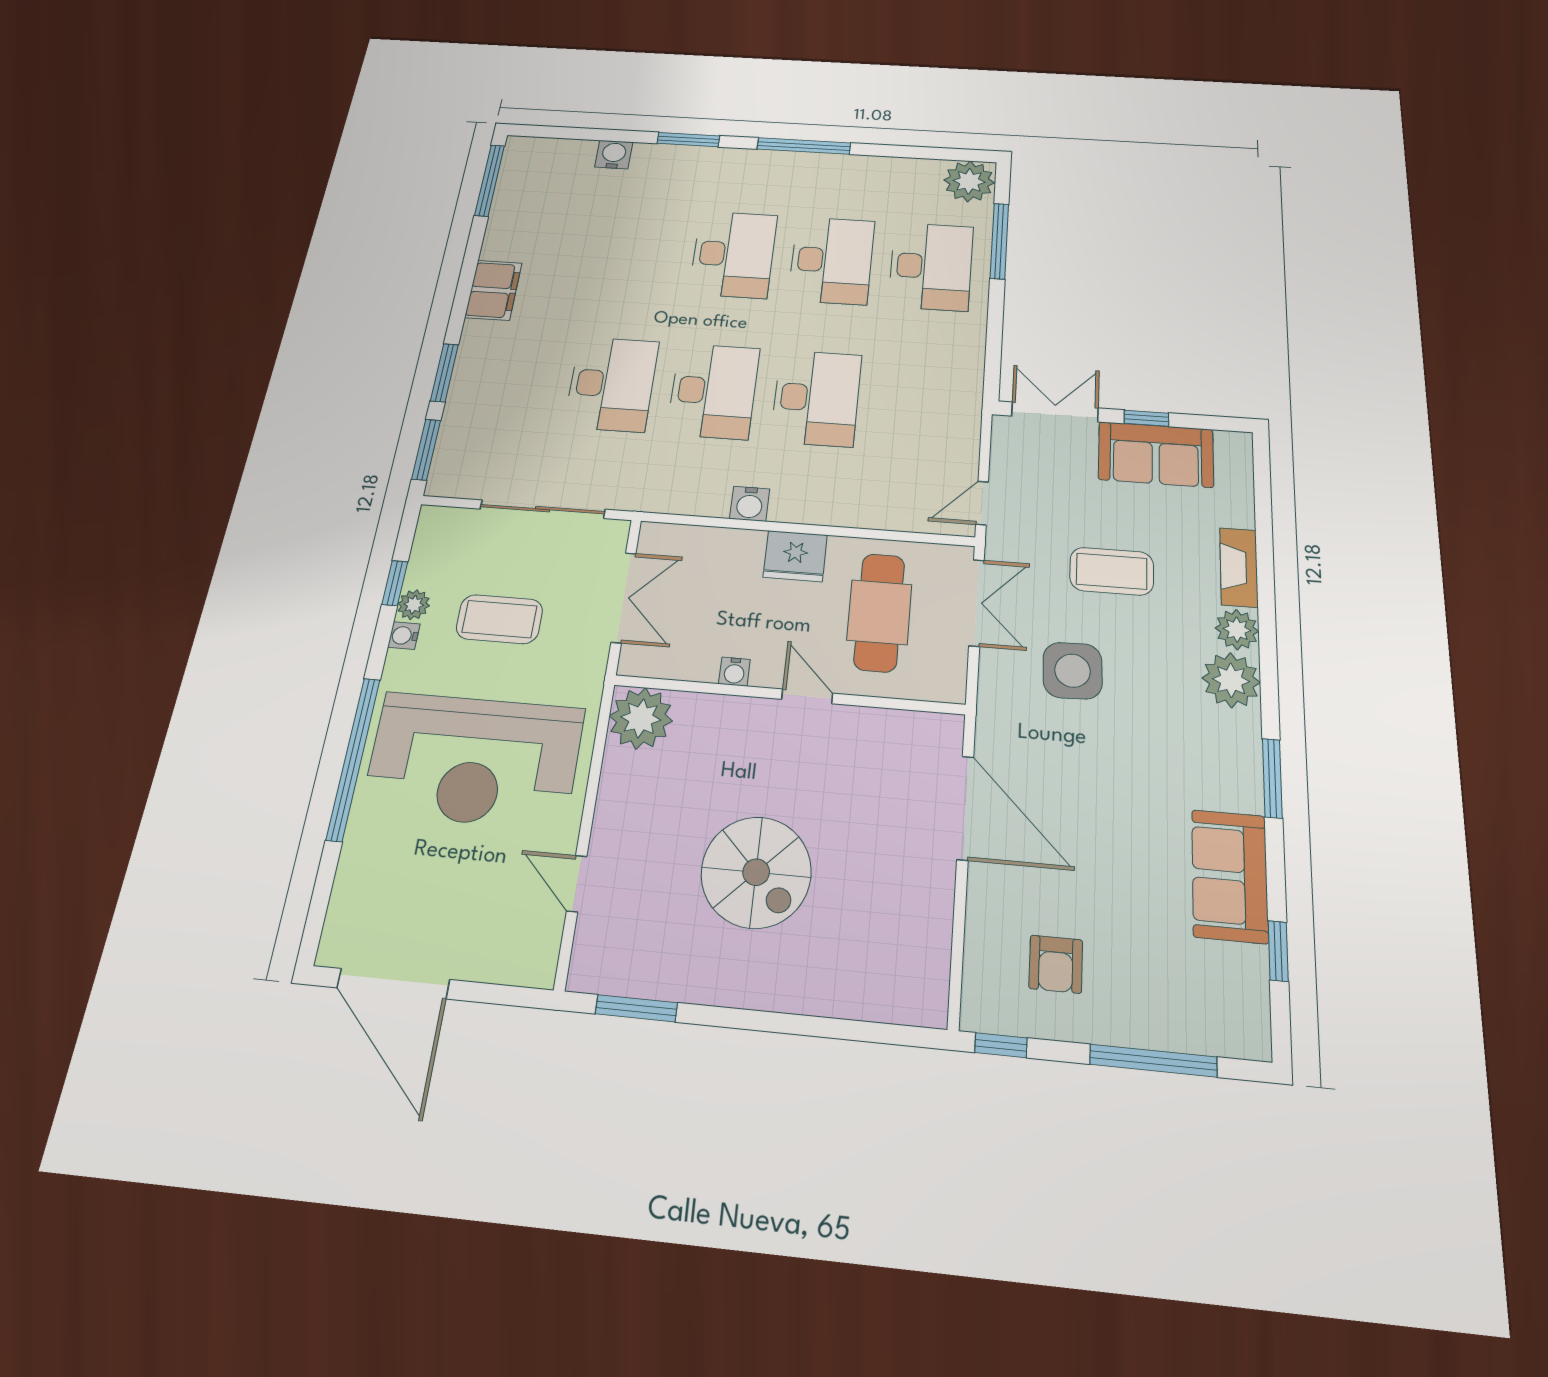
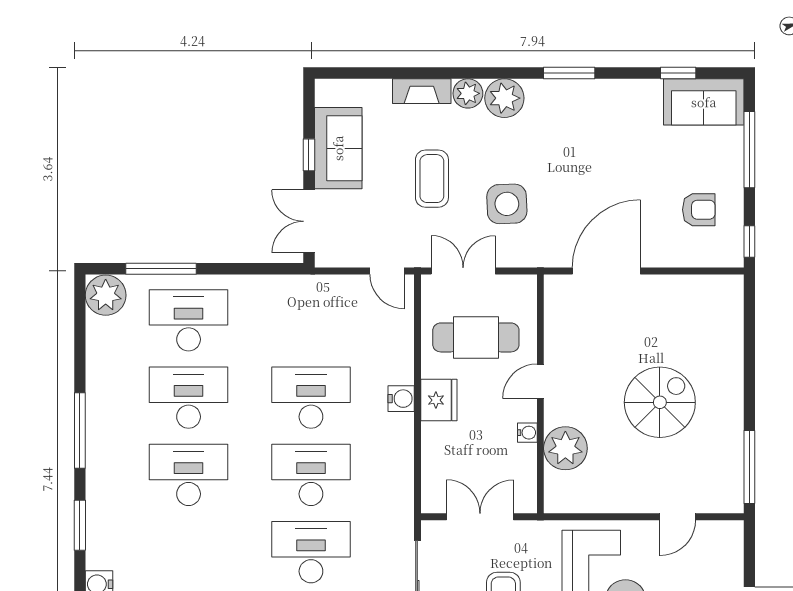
water cooler: (750, 504) -> (401, 399), moved
plant: (641, 718) -> (565, 448), moved
sofa: (1230, 876) -> (704, 102), moved
window: (636, 1008) -> (749, 467), width x1.44

